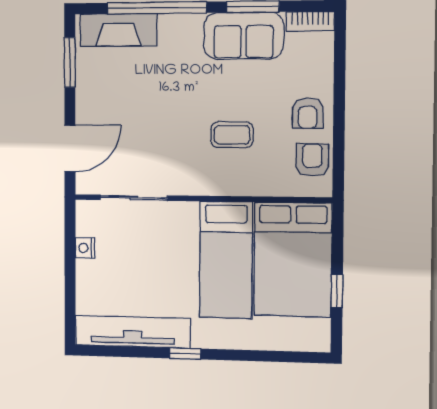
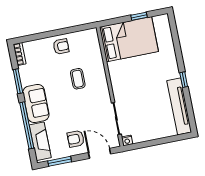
sofa: (244, 36) -> (36, 103), moved
armchair: (312, 160) -> (76, 139), moved
nightstand: (85, 248) -> (127, 140), moved
bed: (226, 260) -> (136, 70), removed

